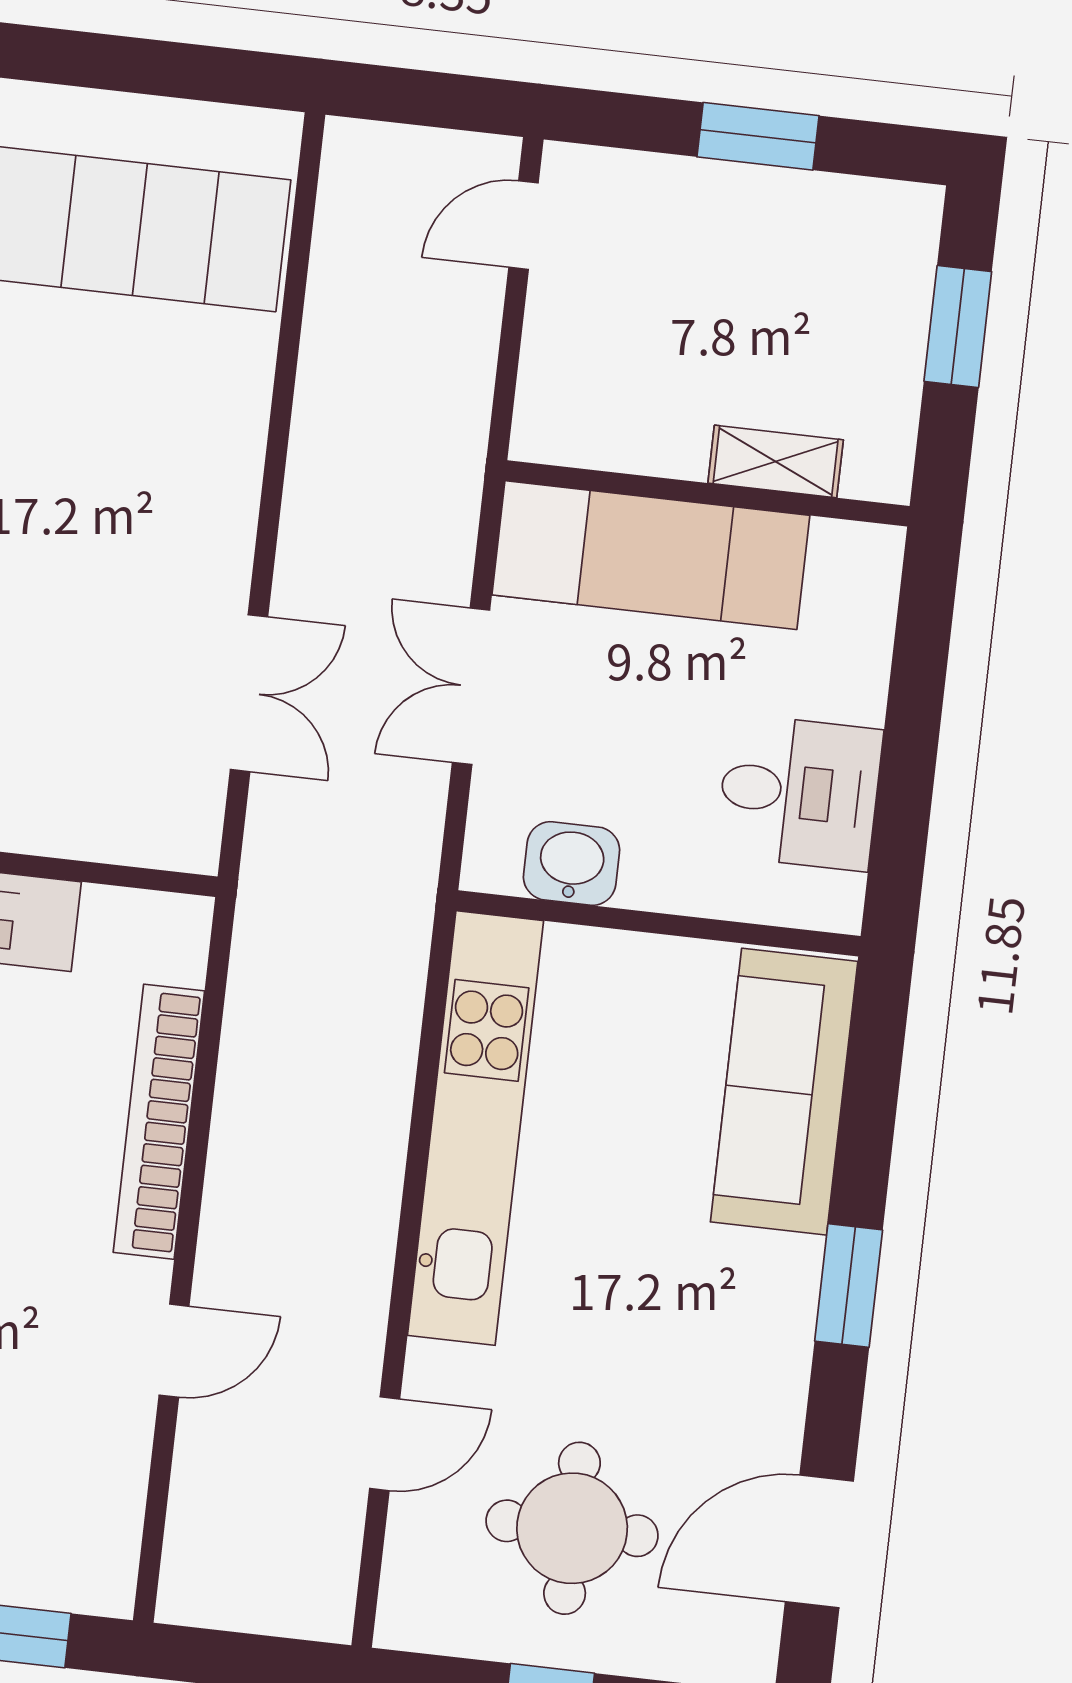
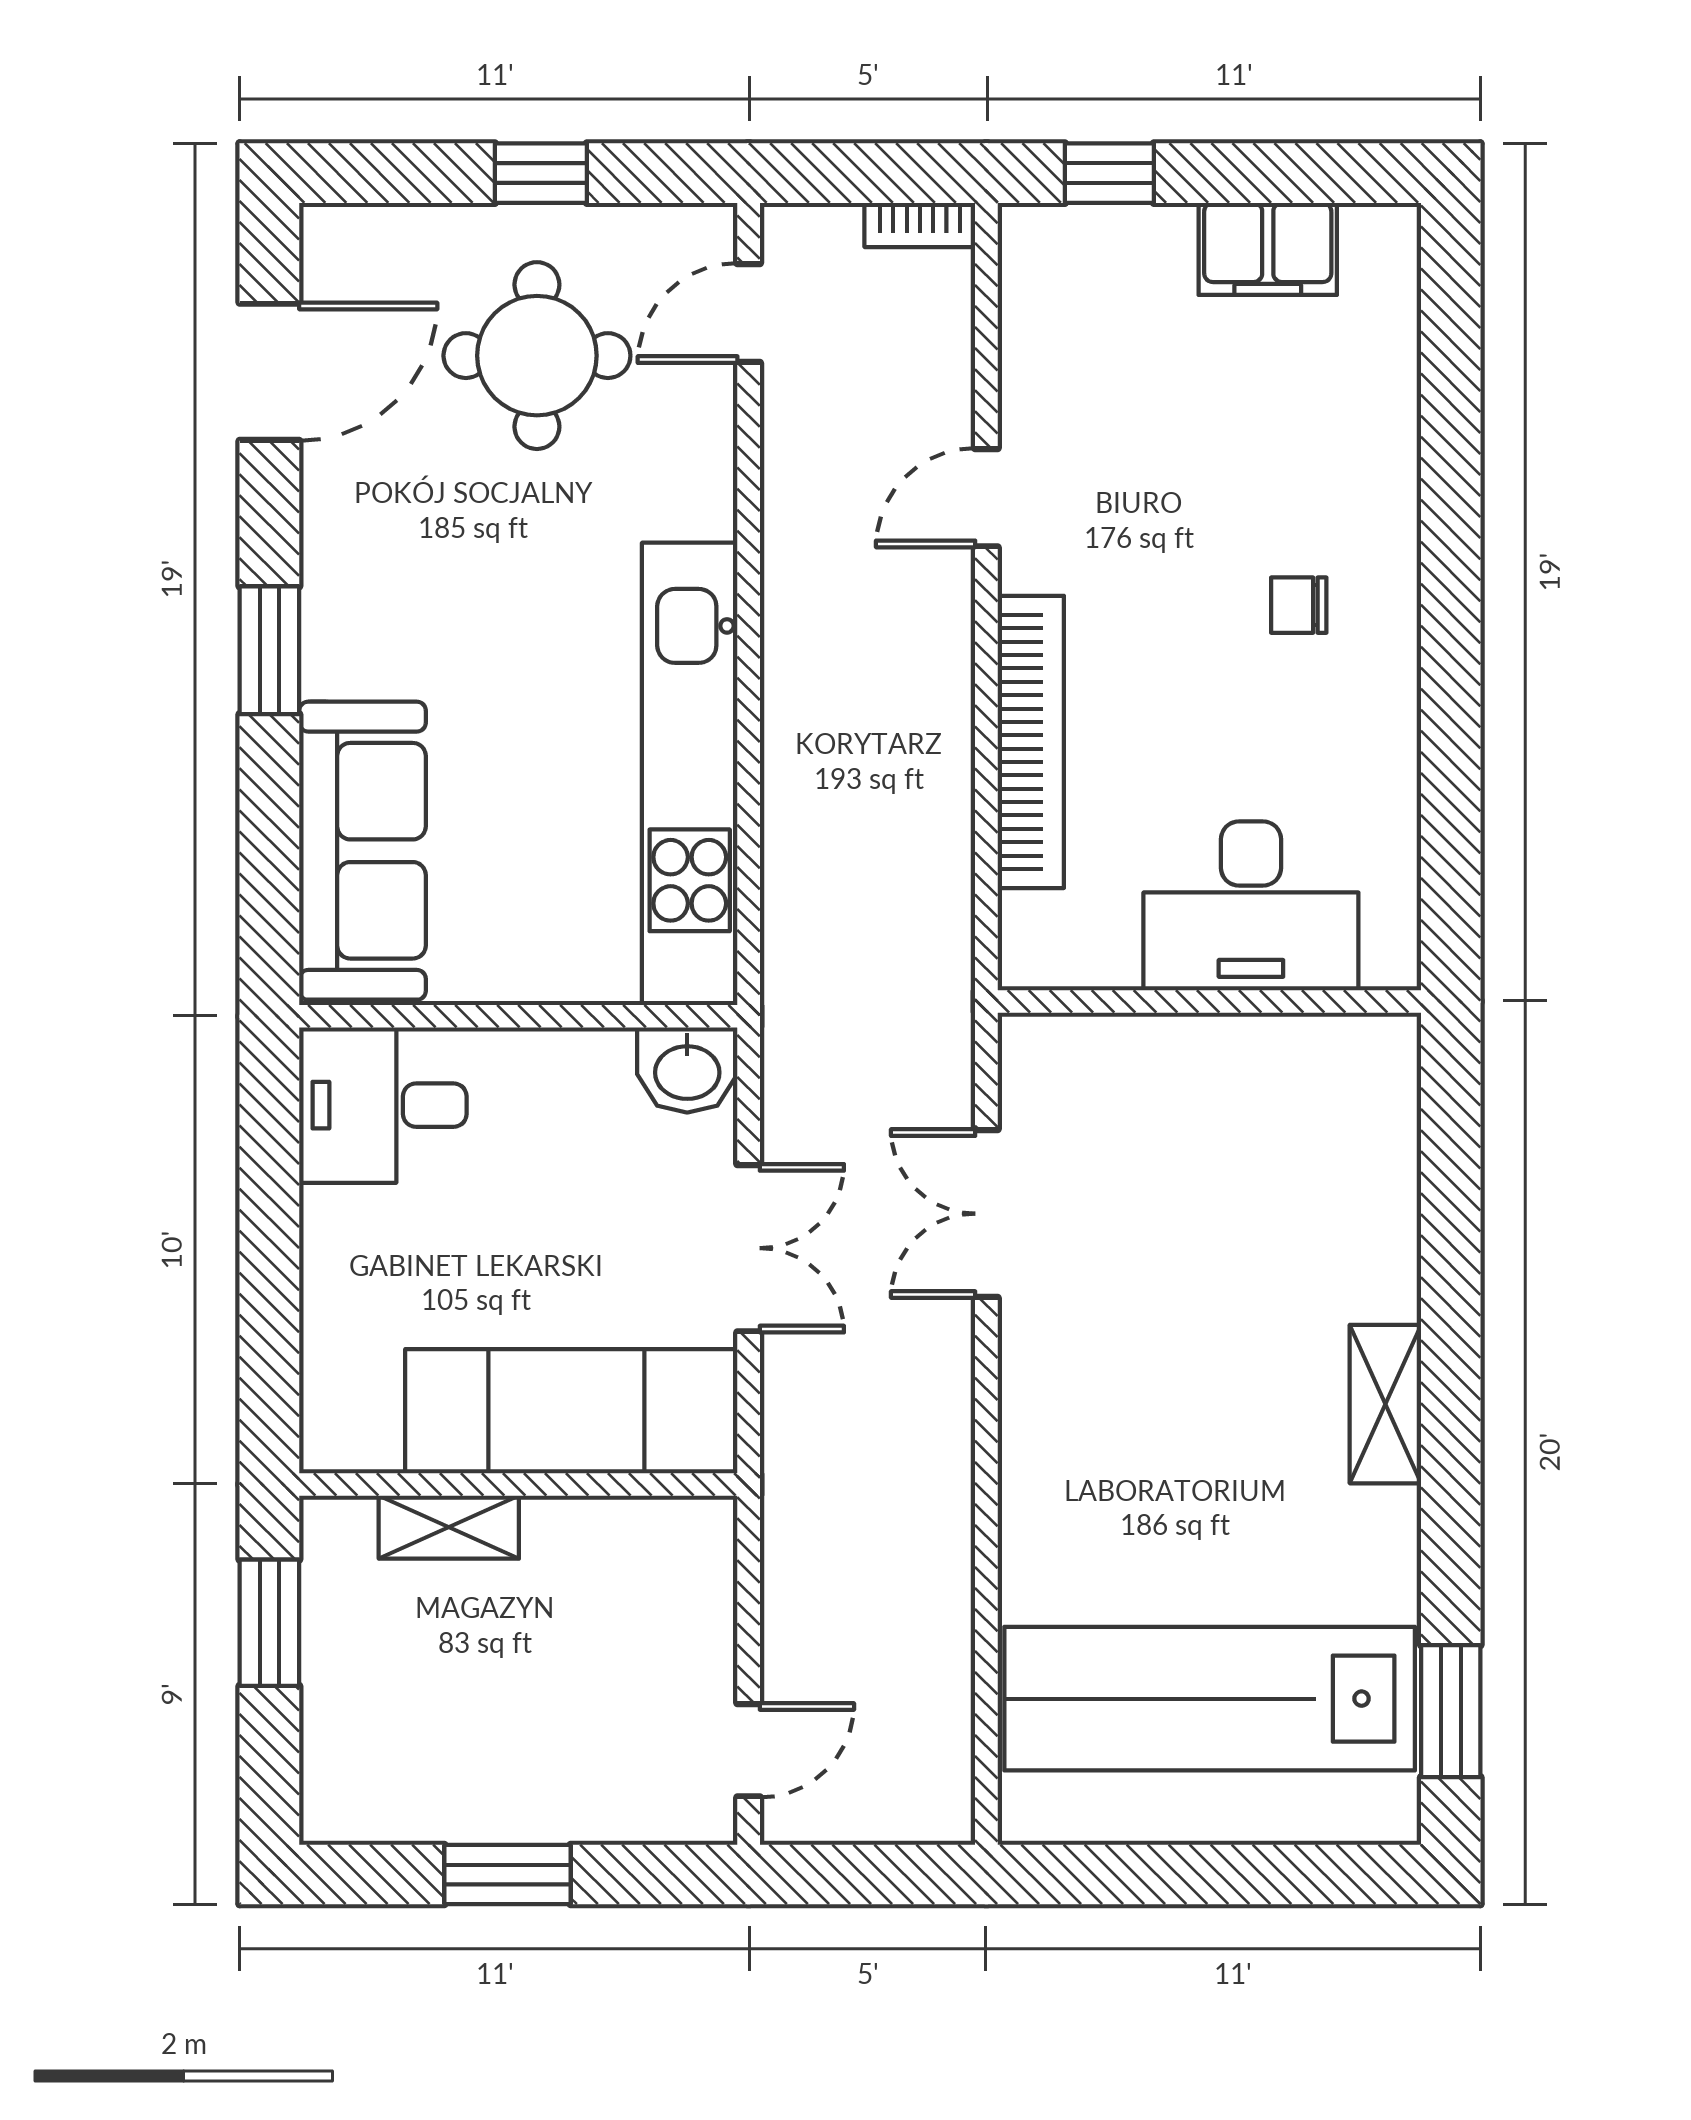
window: (958, 326) -> (269, 1623), moved
desk: (799, 792) -> (383, 1105), moved
washbasin: (572, 864) -> (687, 1070), moved
door: (385, 1444) -> (749, 313), moved
bookcase: (207, 1608) -> (920, 225), added

